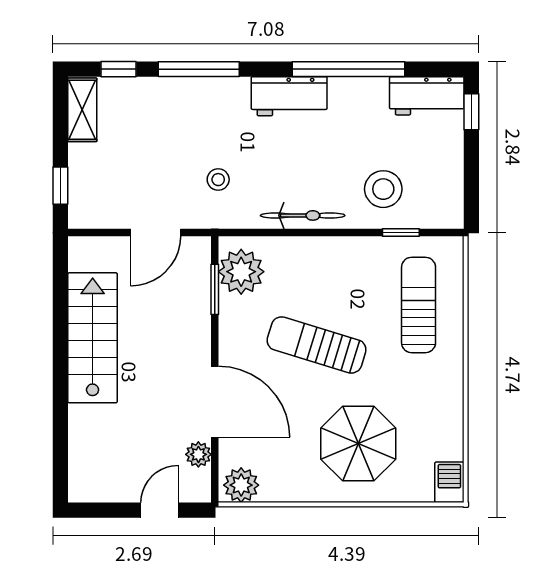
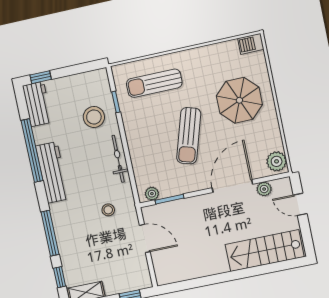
workbench: (289, 96) -> (52, 172), width x1.38
plant: (241, 272) -> (152, 194), width x0.53, depth x0.53
stairs: (93, 338) -> (265, 251), moved

